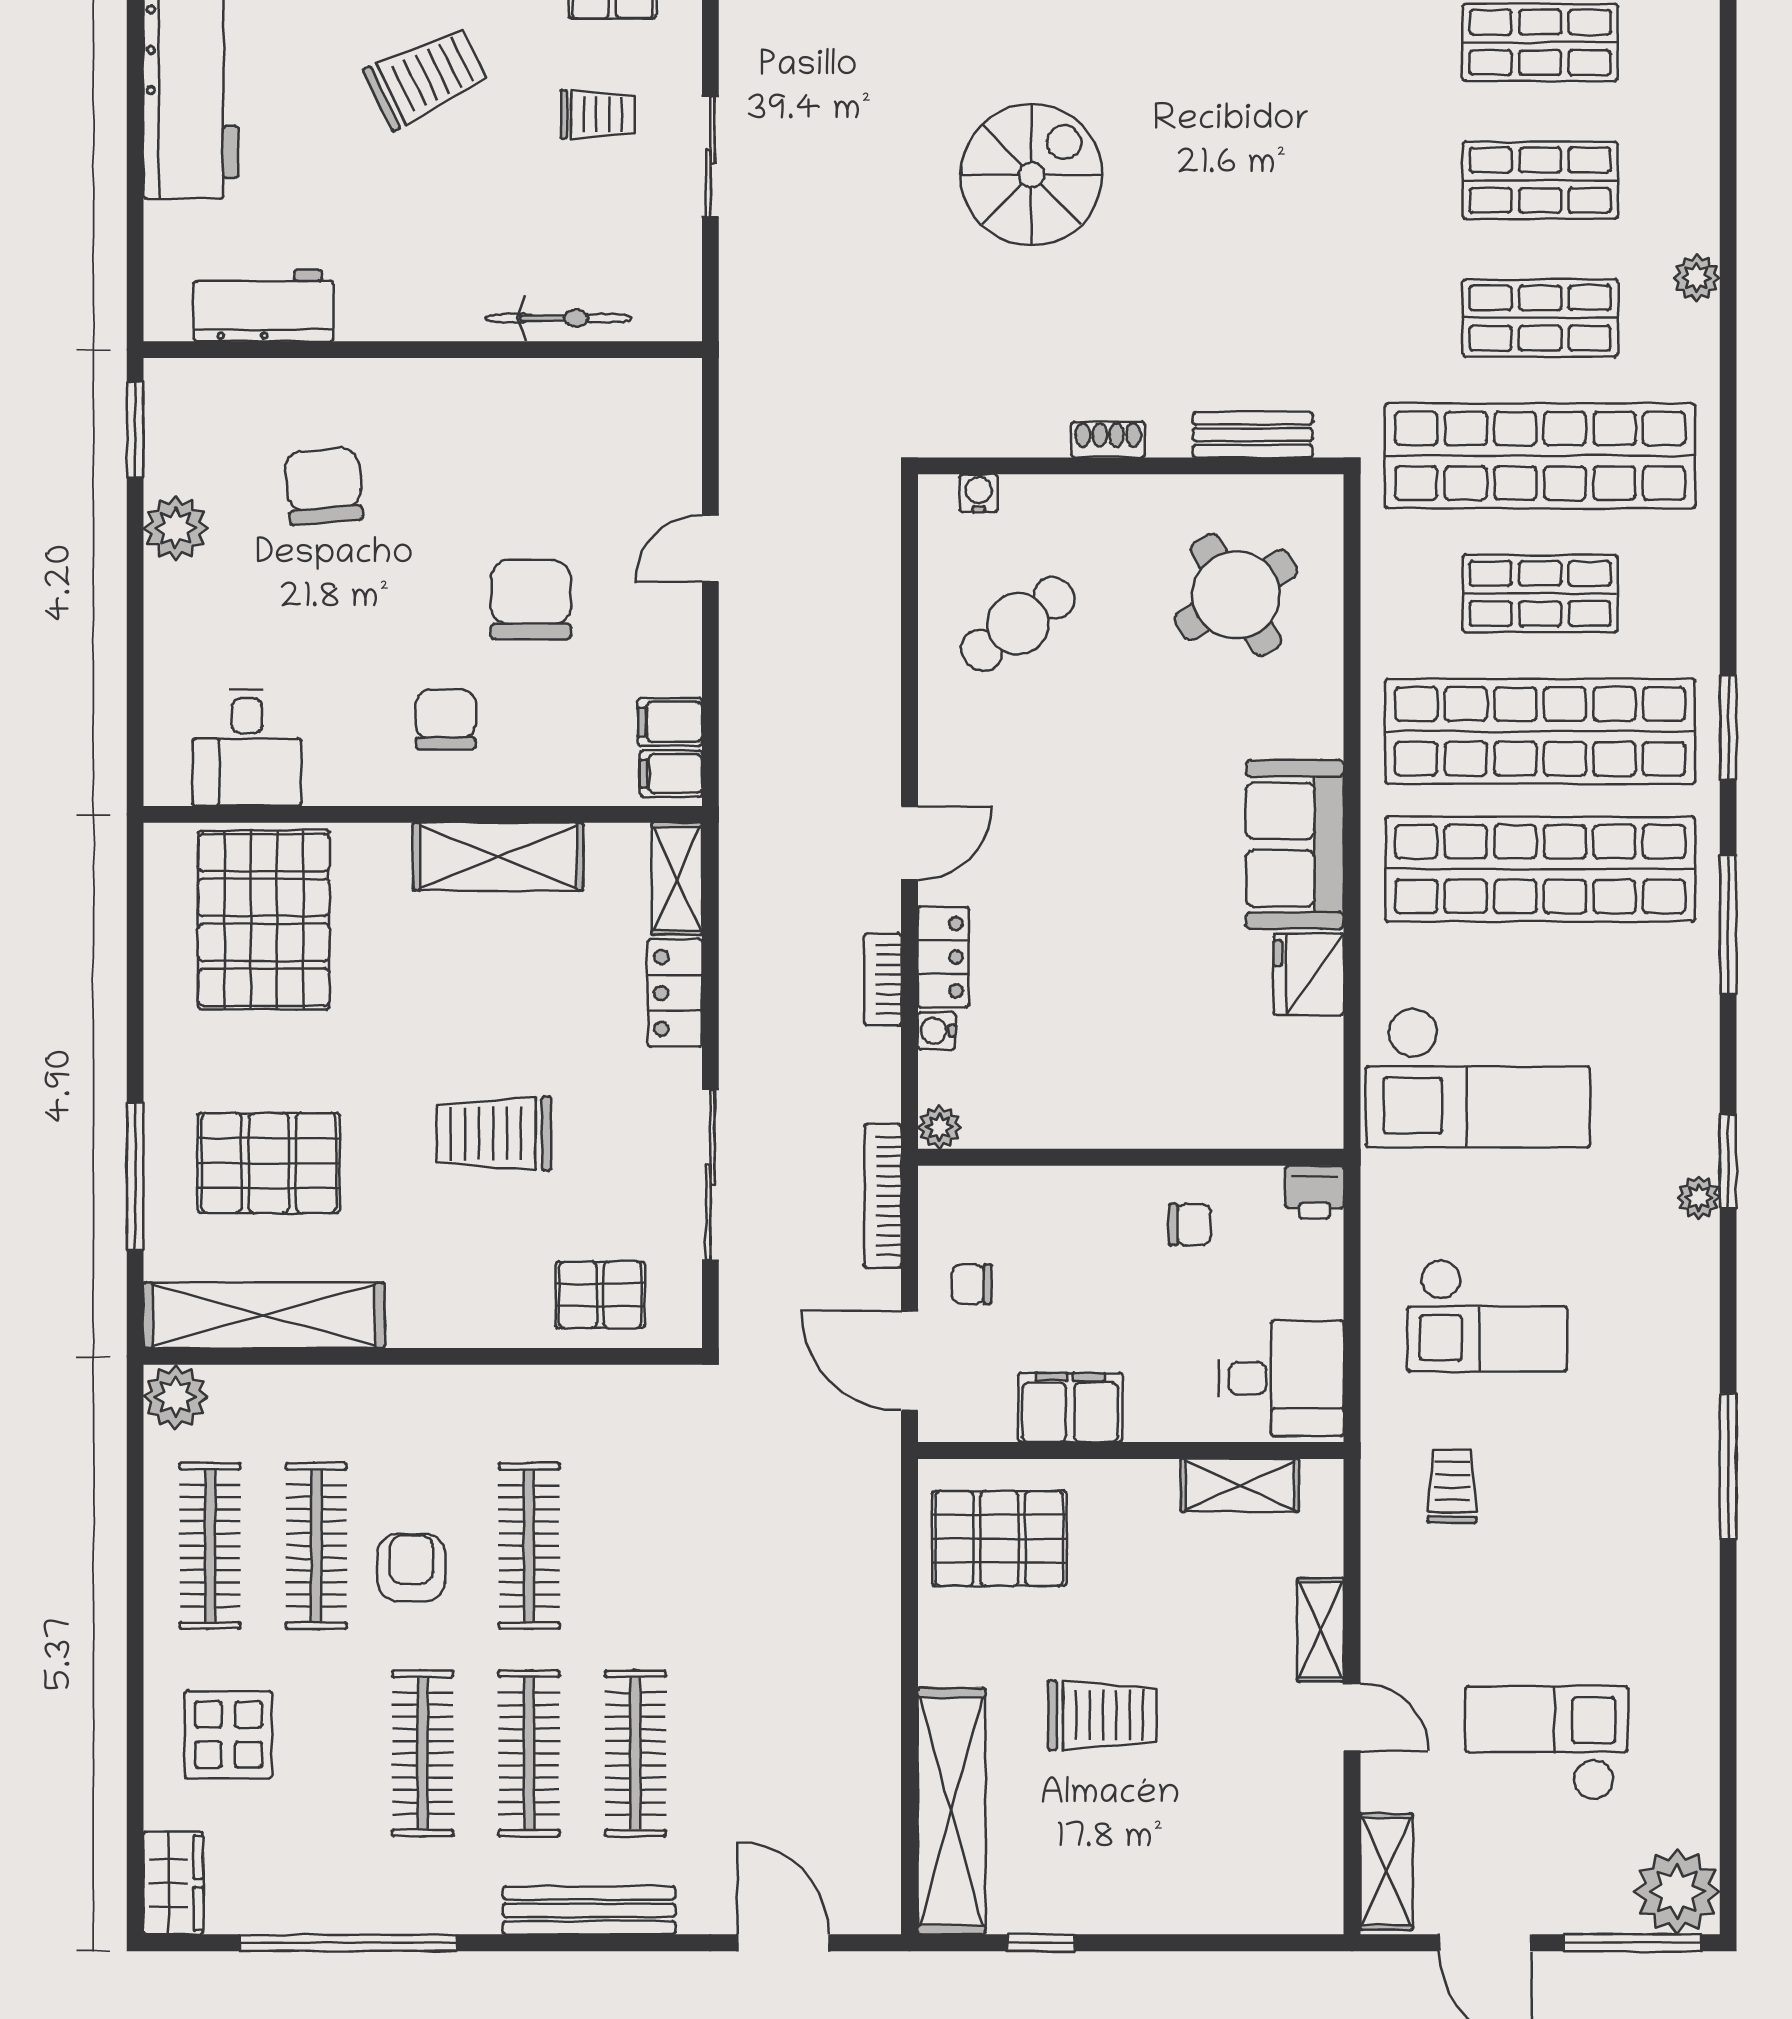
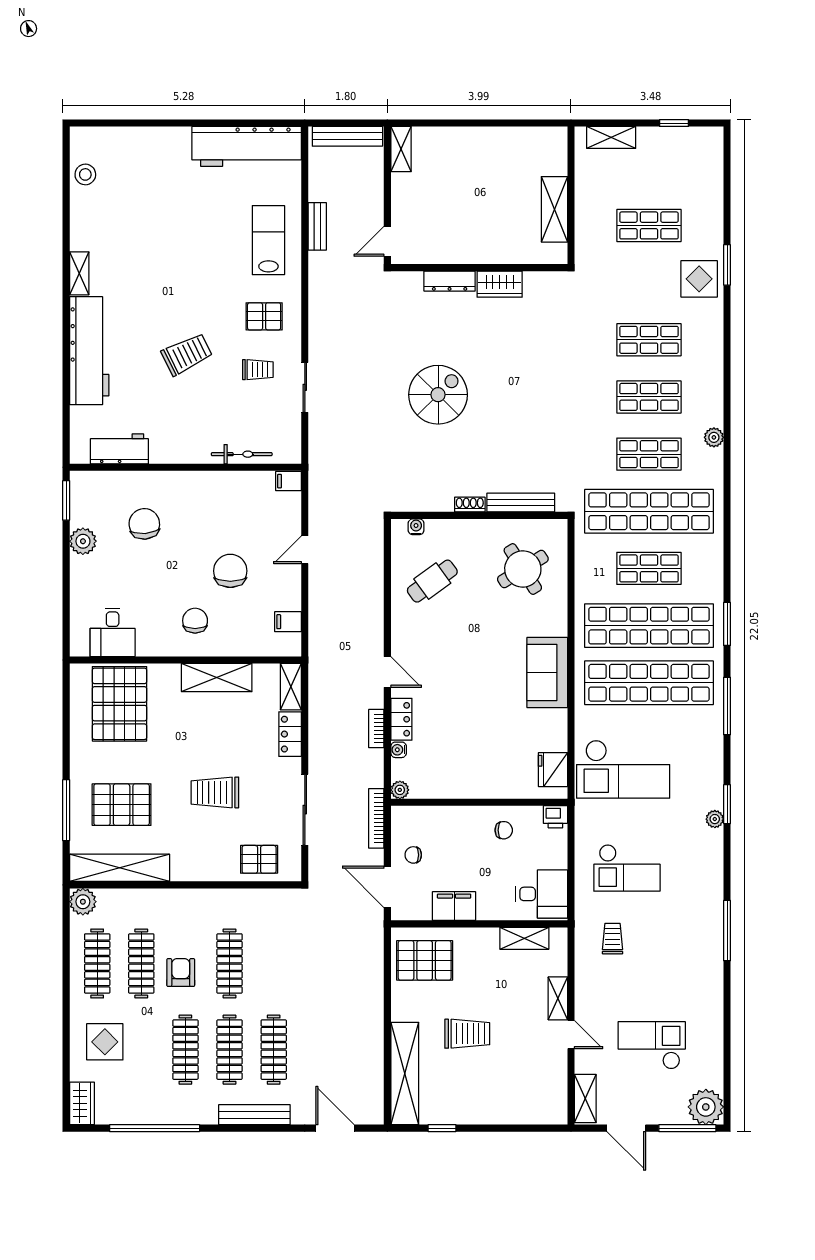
bench: (1253, 435) -> (521, 503), width x1.36
filing cabinet: (671, 774) -> (288, 481), moved
door: (909, 843) -> (387, 672), hinge flipped
fridge: (1309, 974) -> (553, 770), moved

